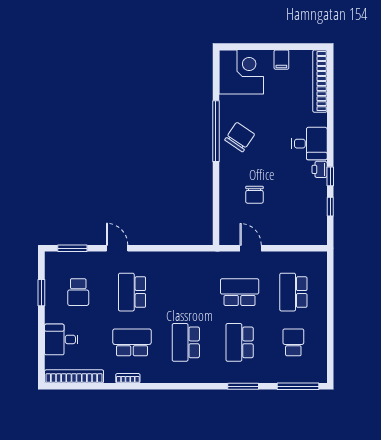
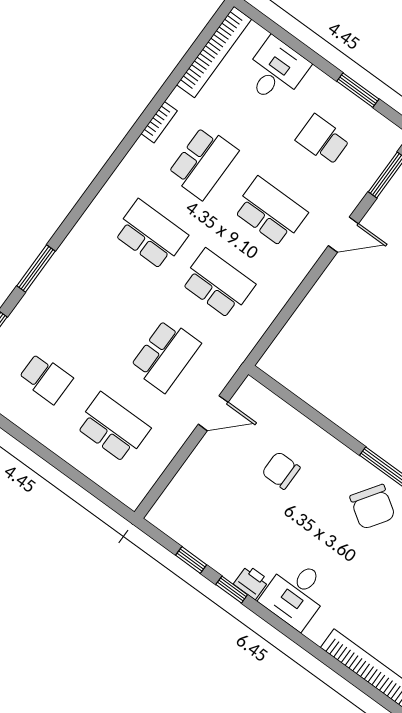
school desk: (240, 342) -> (218, 284), moved

